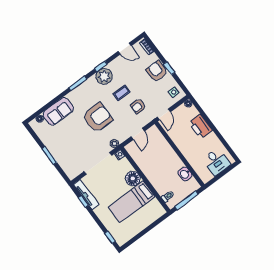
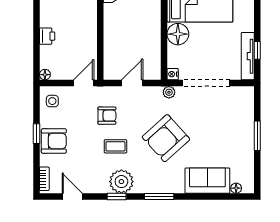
armchair: (157, 71) -> (54, 141), turned -90
armchair: (98, 118) -> (166, 138), turned -42
printer: (200, 126) -> (47, 36), width x0.53, depth x0.68

